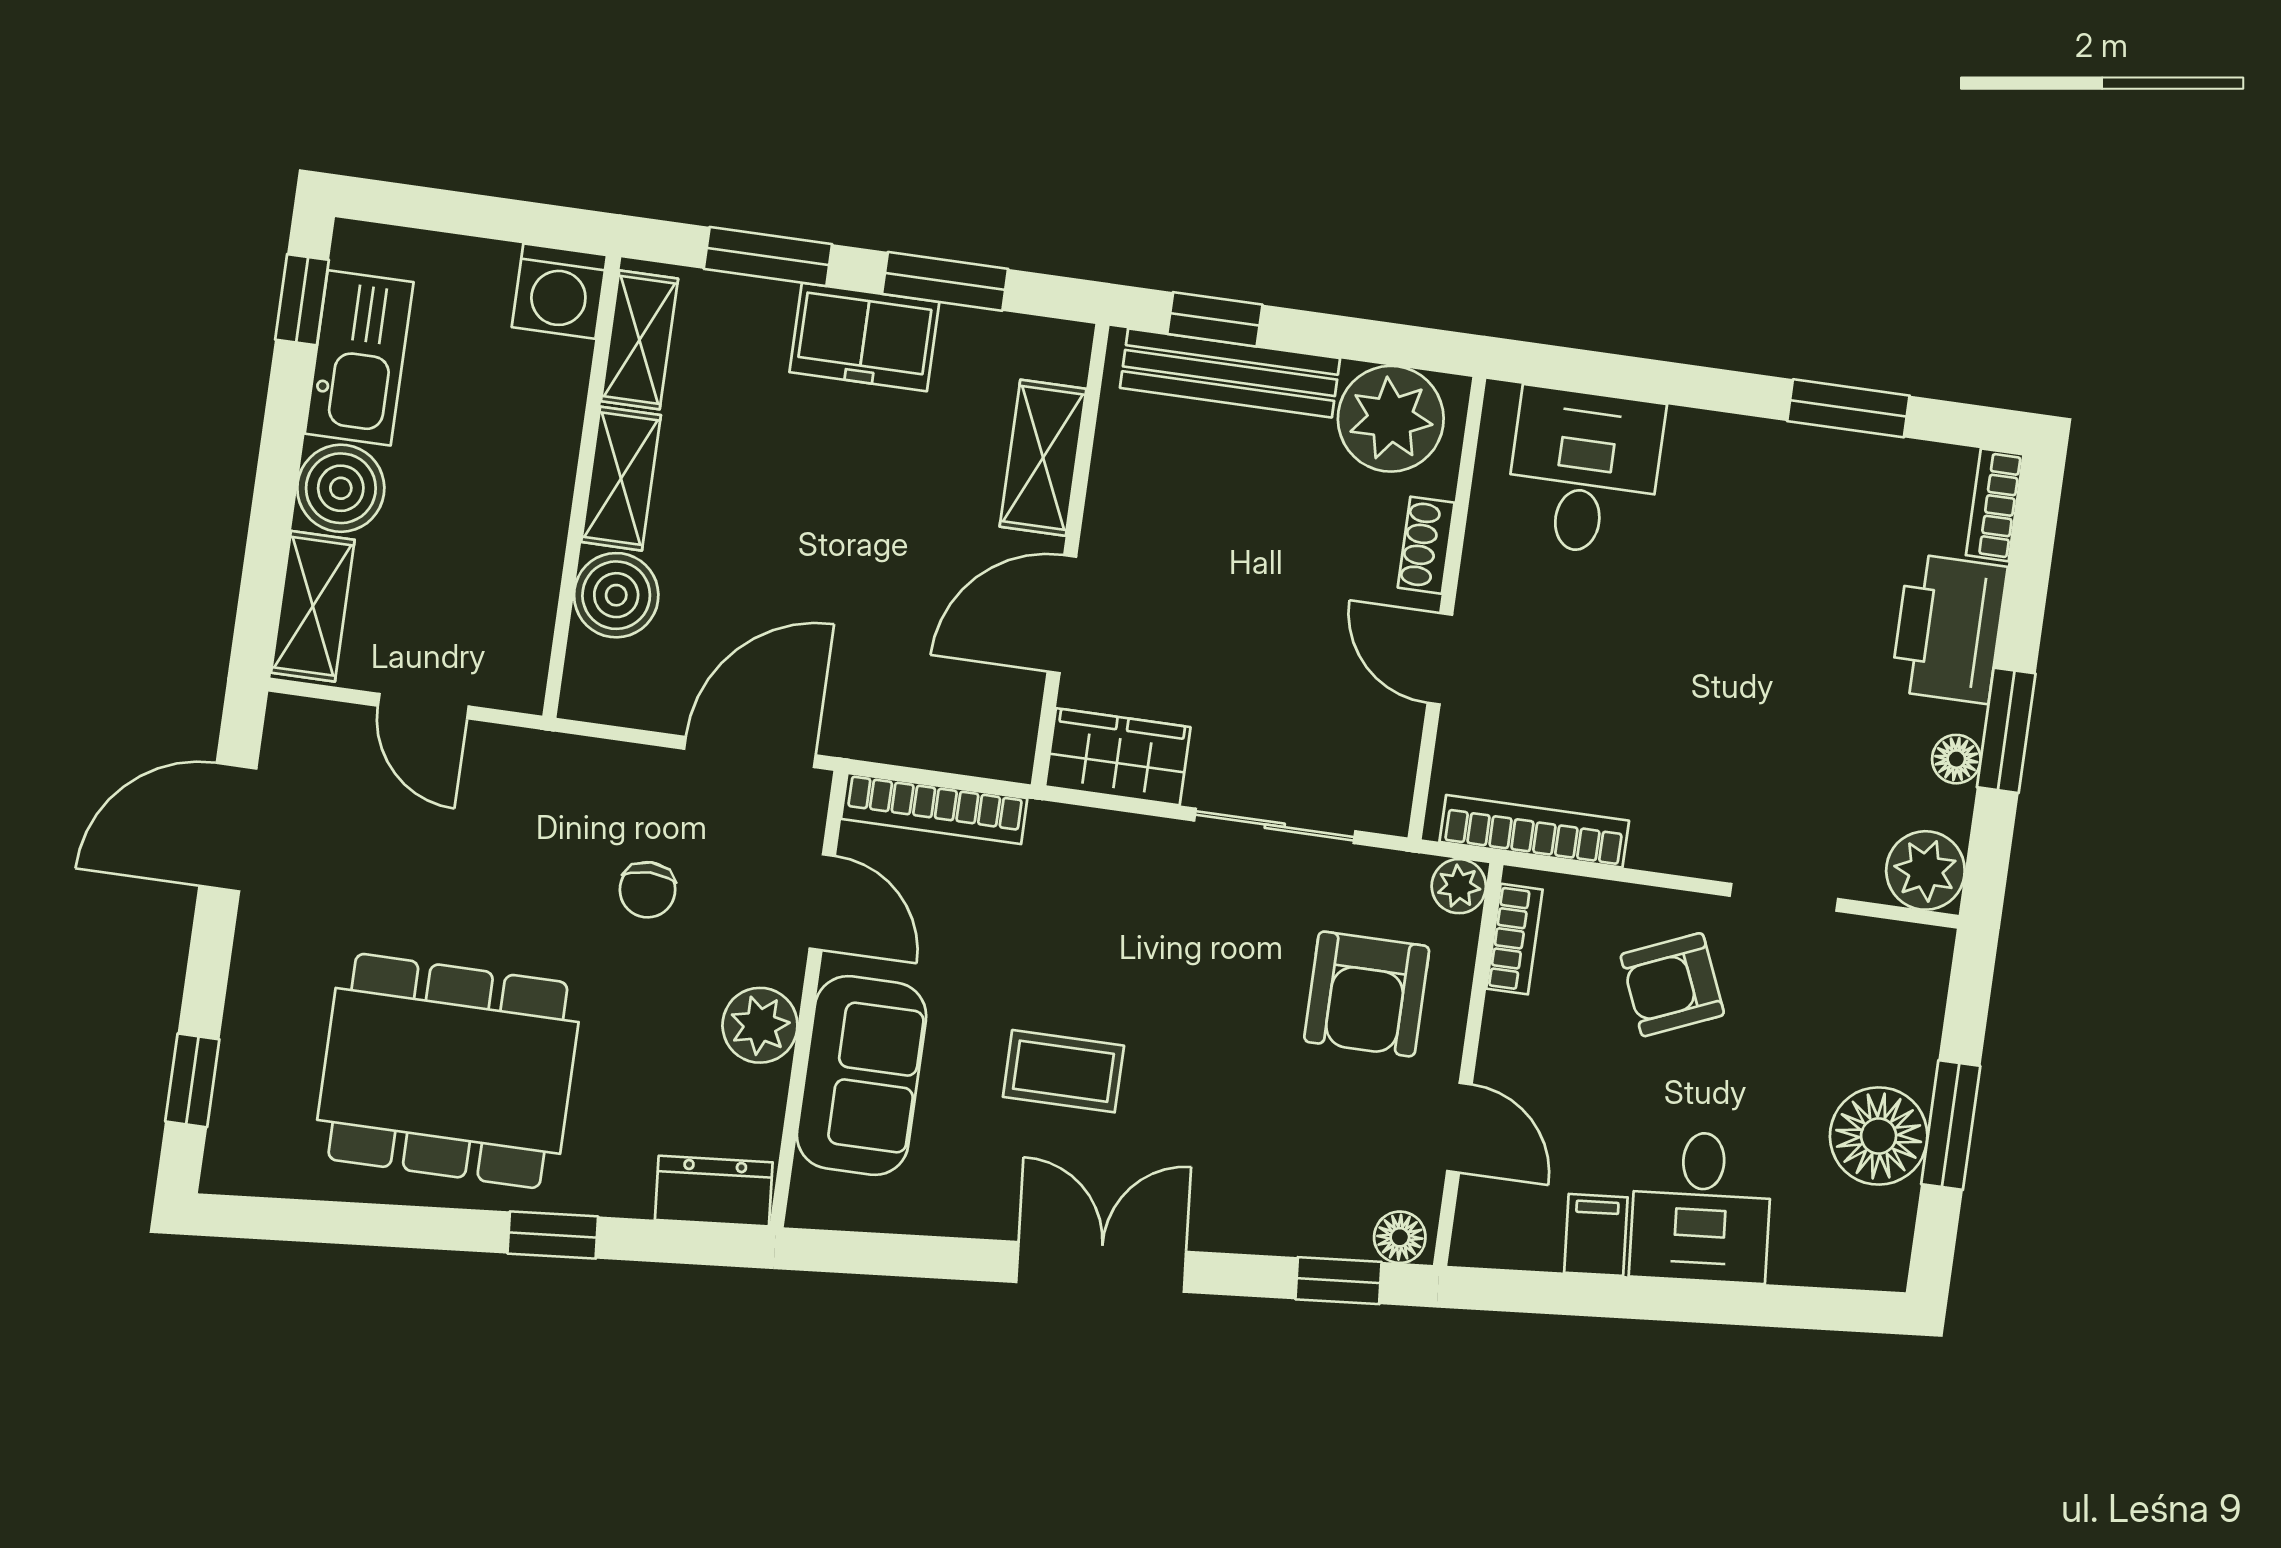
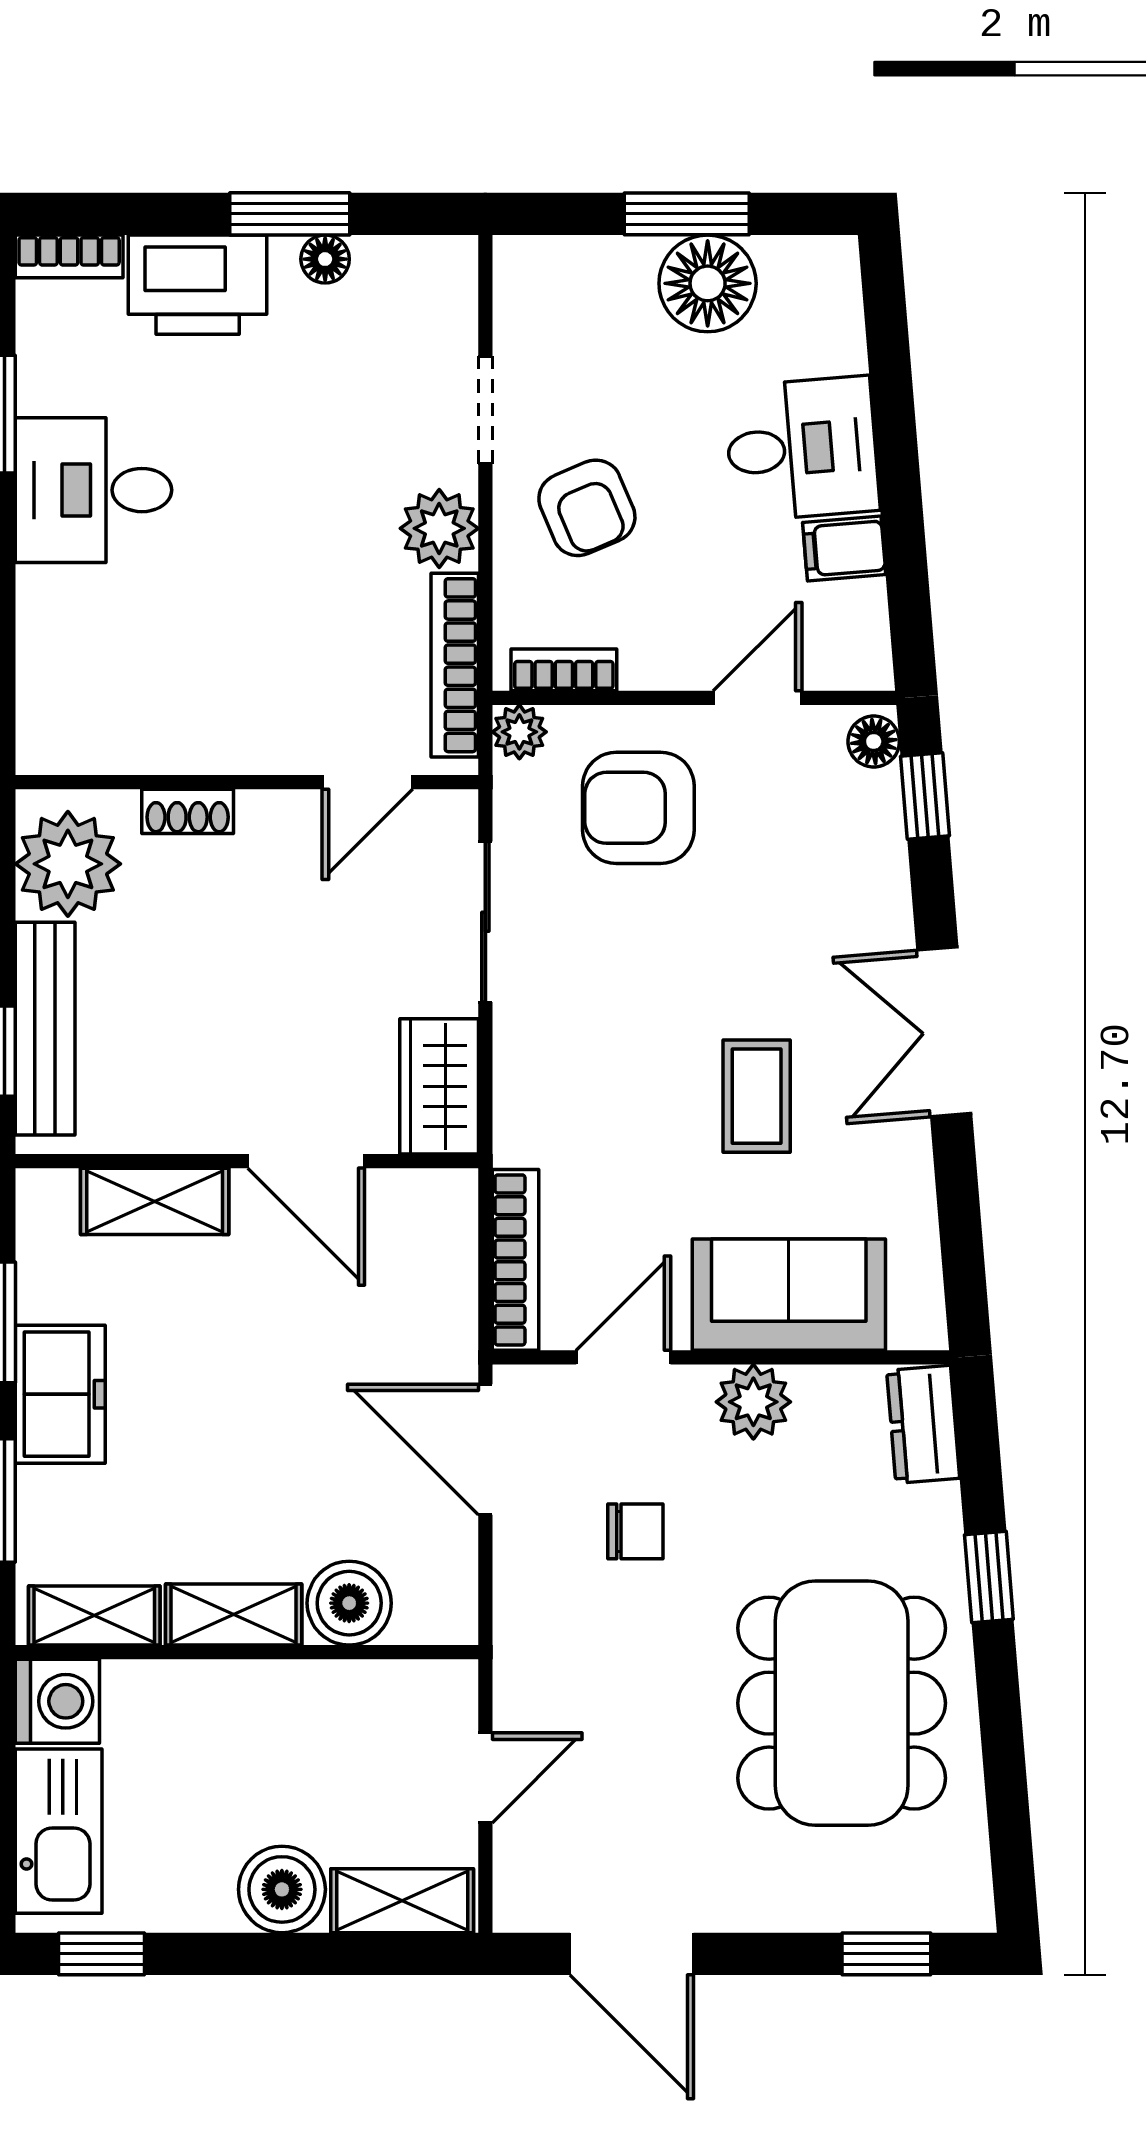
kitchen sink: (359, 358) -> (59, 1831), moved, turned 90
desk: (1584, 472) -> (93, 490), moved
door: (1440, 659) -> (367, 782), moved
plant: (1925, 870) -> (439, 528), moved
armchair: (1367, 994) -> (638, 808), turned 180

